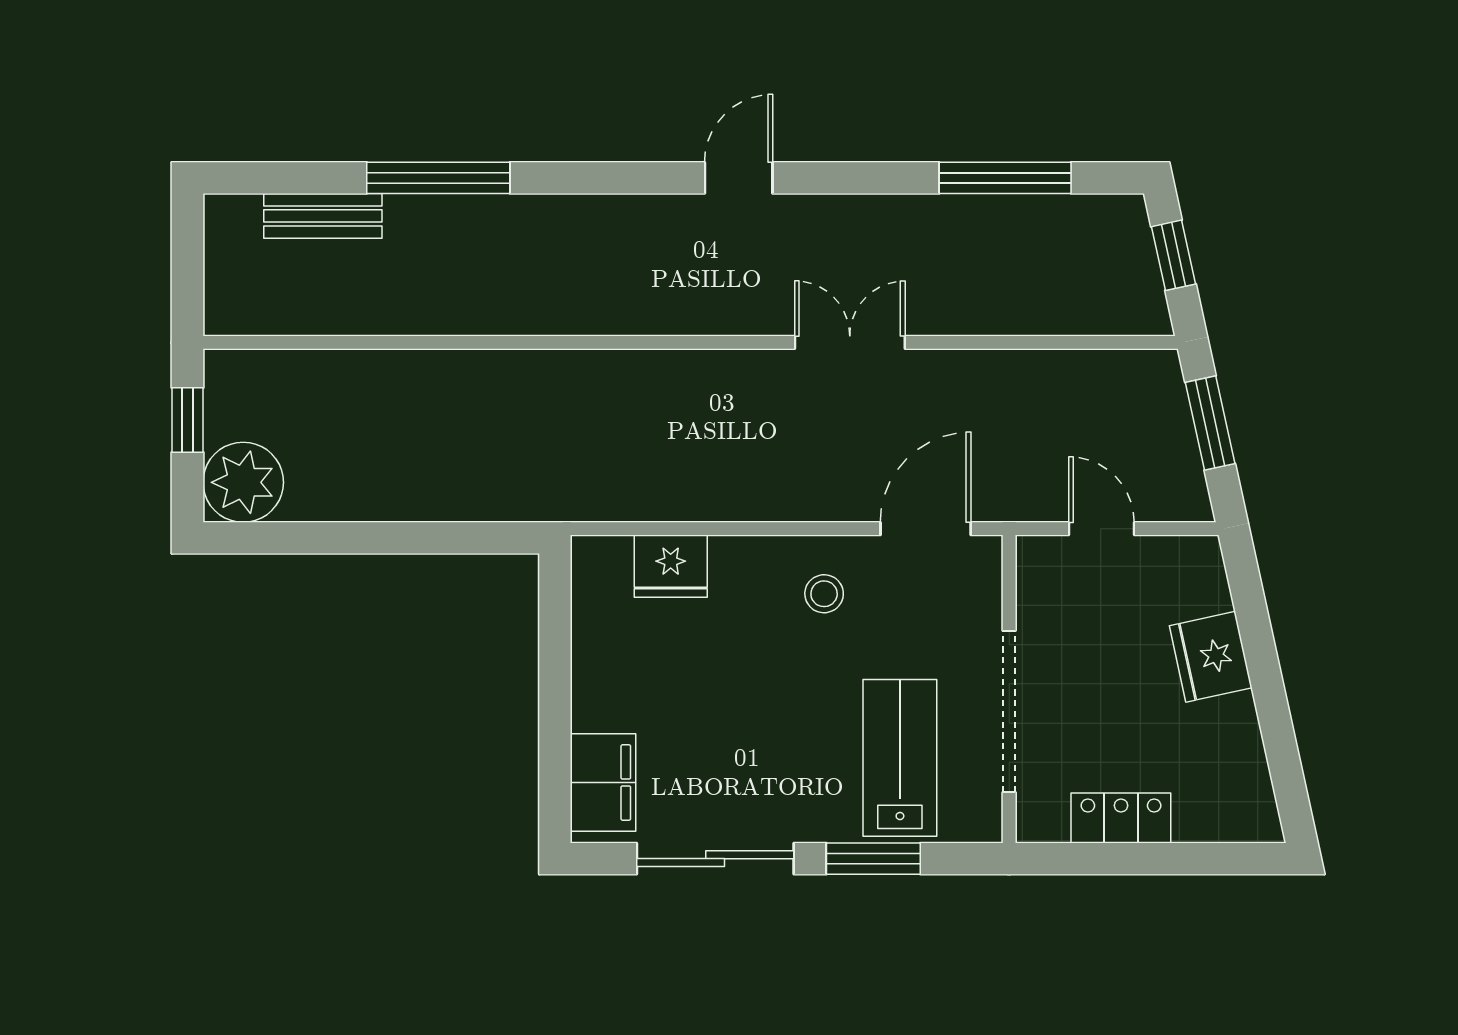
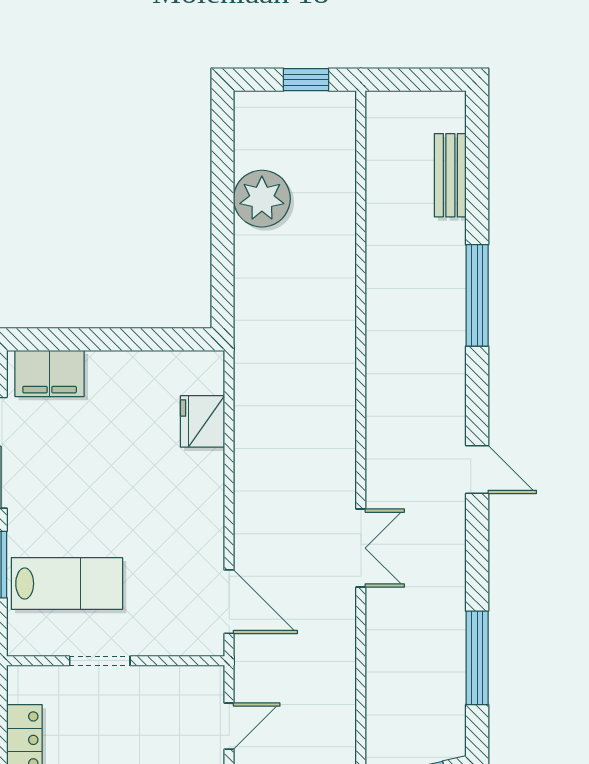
window: (438, 178) -> (477, 295), moved
plant: (243, 482) -> (262, 199), moved
stool: (824, 594) -> (183, 530), removed
doorway: (1009, 712) -> (100, 661), width x0.53

